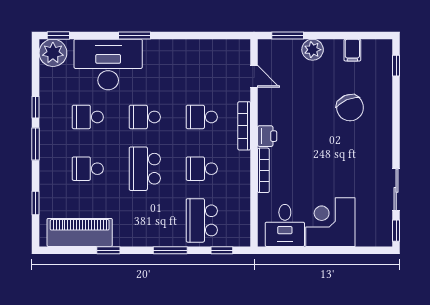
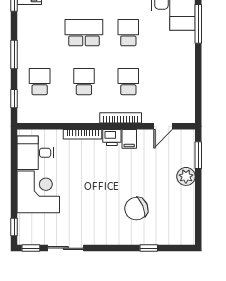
window: (134, 35) -> (198, 24), width x1.44
filing cabinet: (352, 50) -> (129, 139), moved, turned -90
window: (396, 66) -> (149, 248), moved
school desk: (202, 220) -> (40, 82), width x0.54
window: (372, 250) -> (14, 227), added

